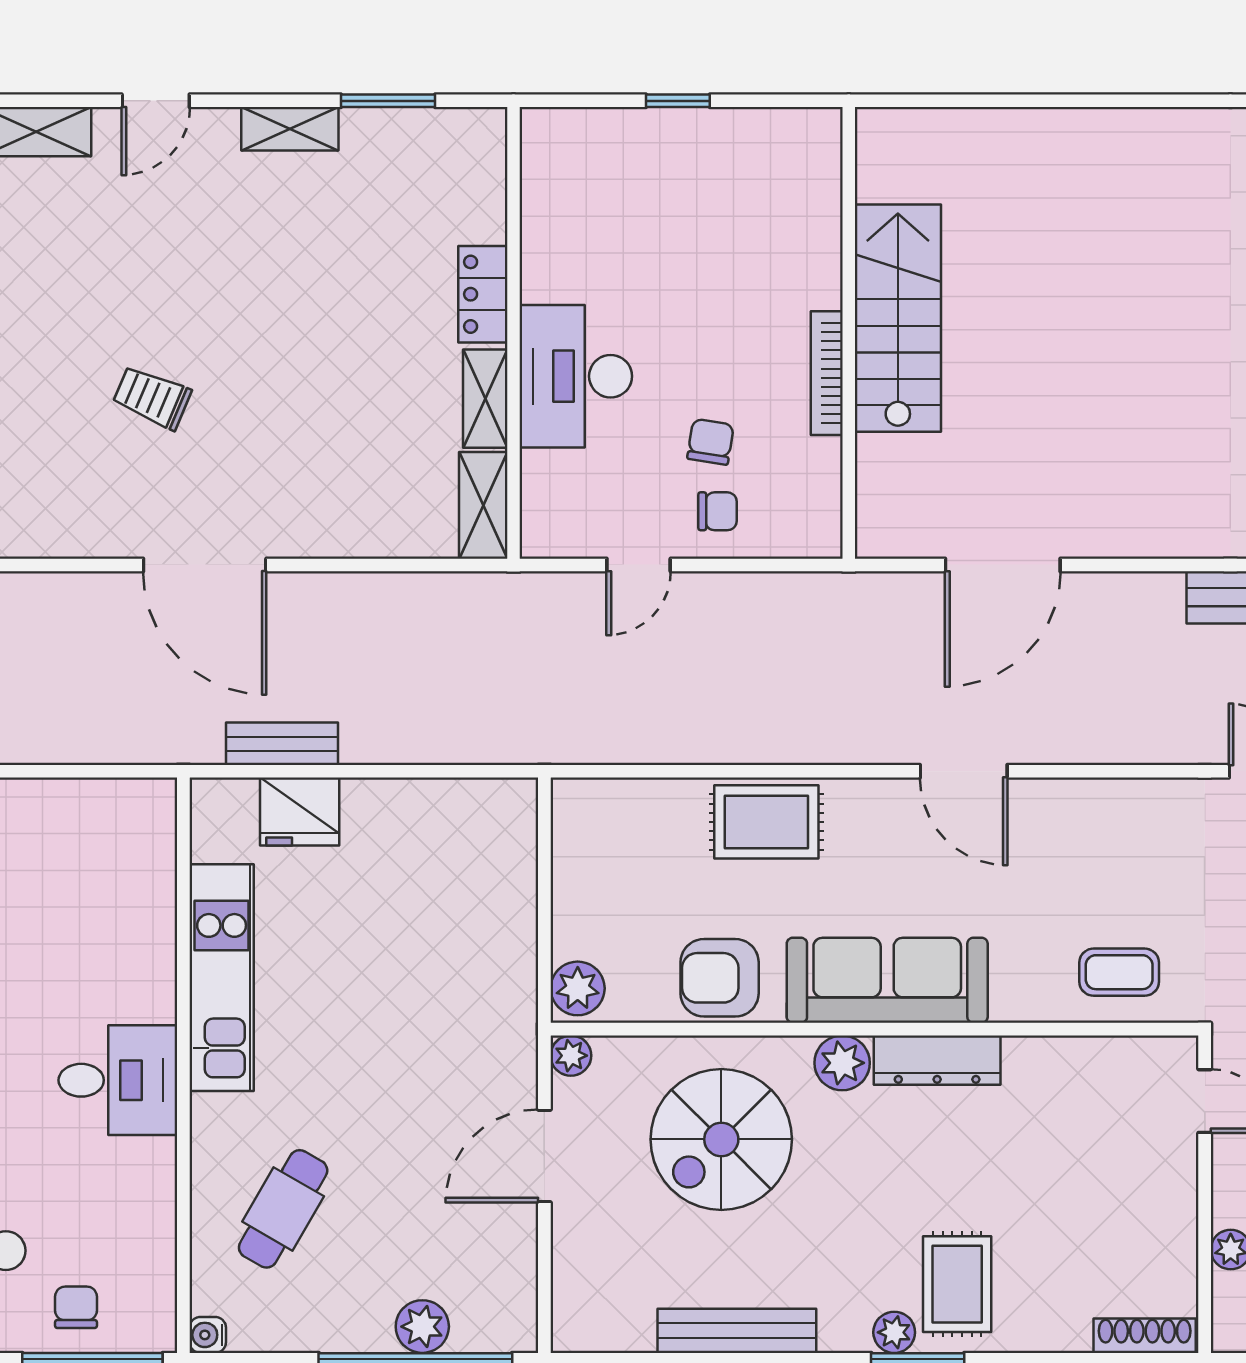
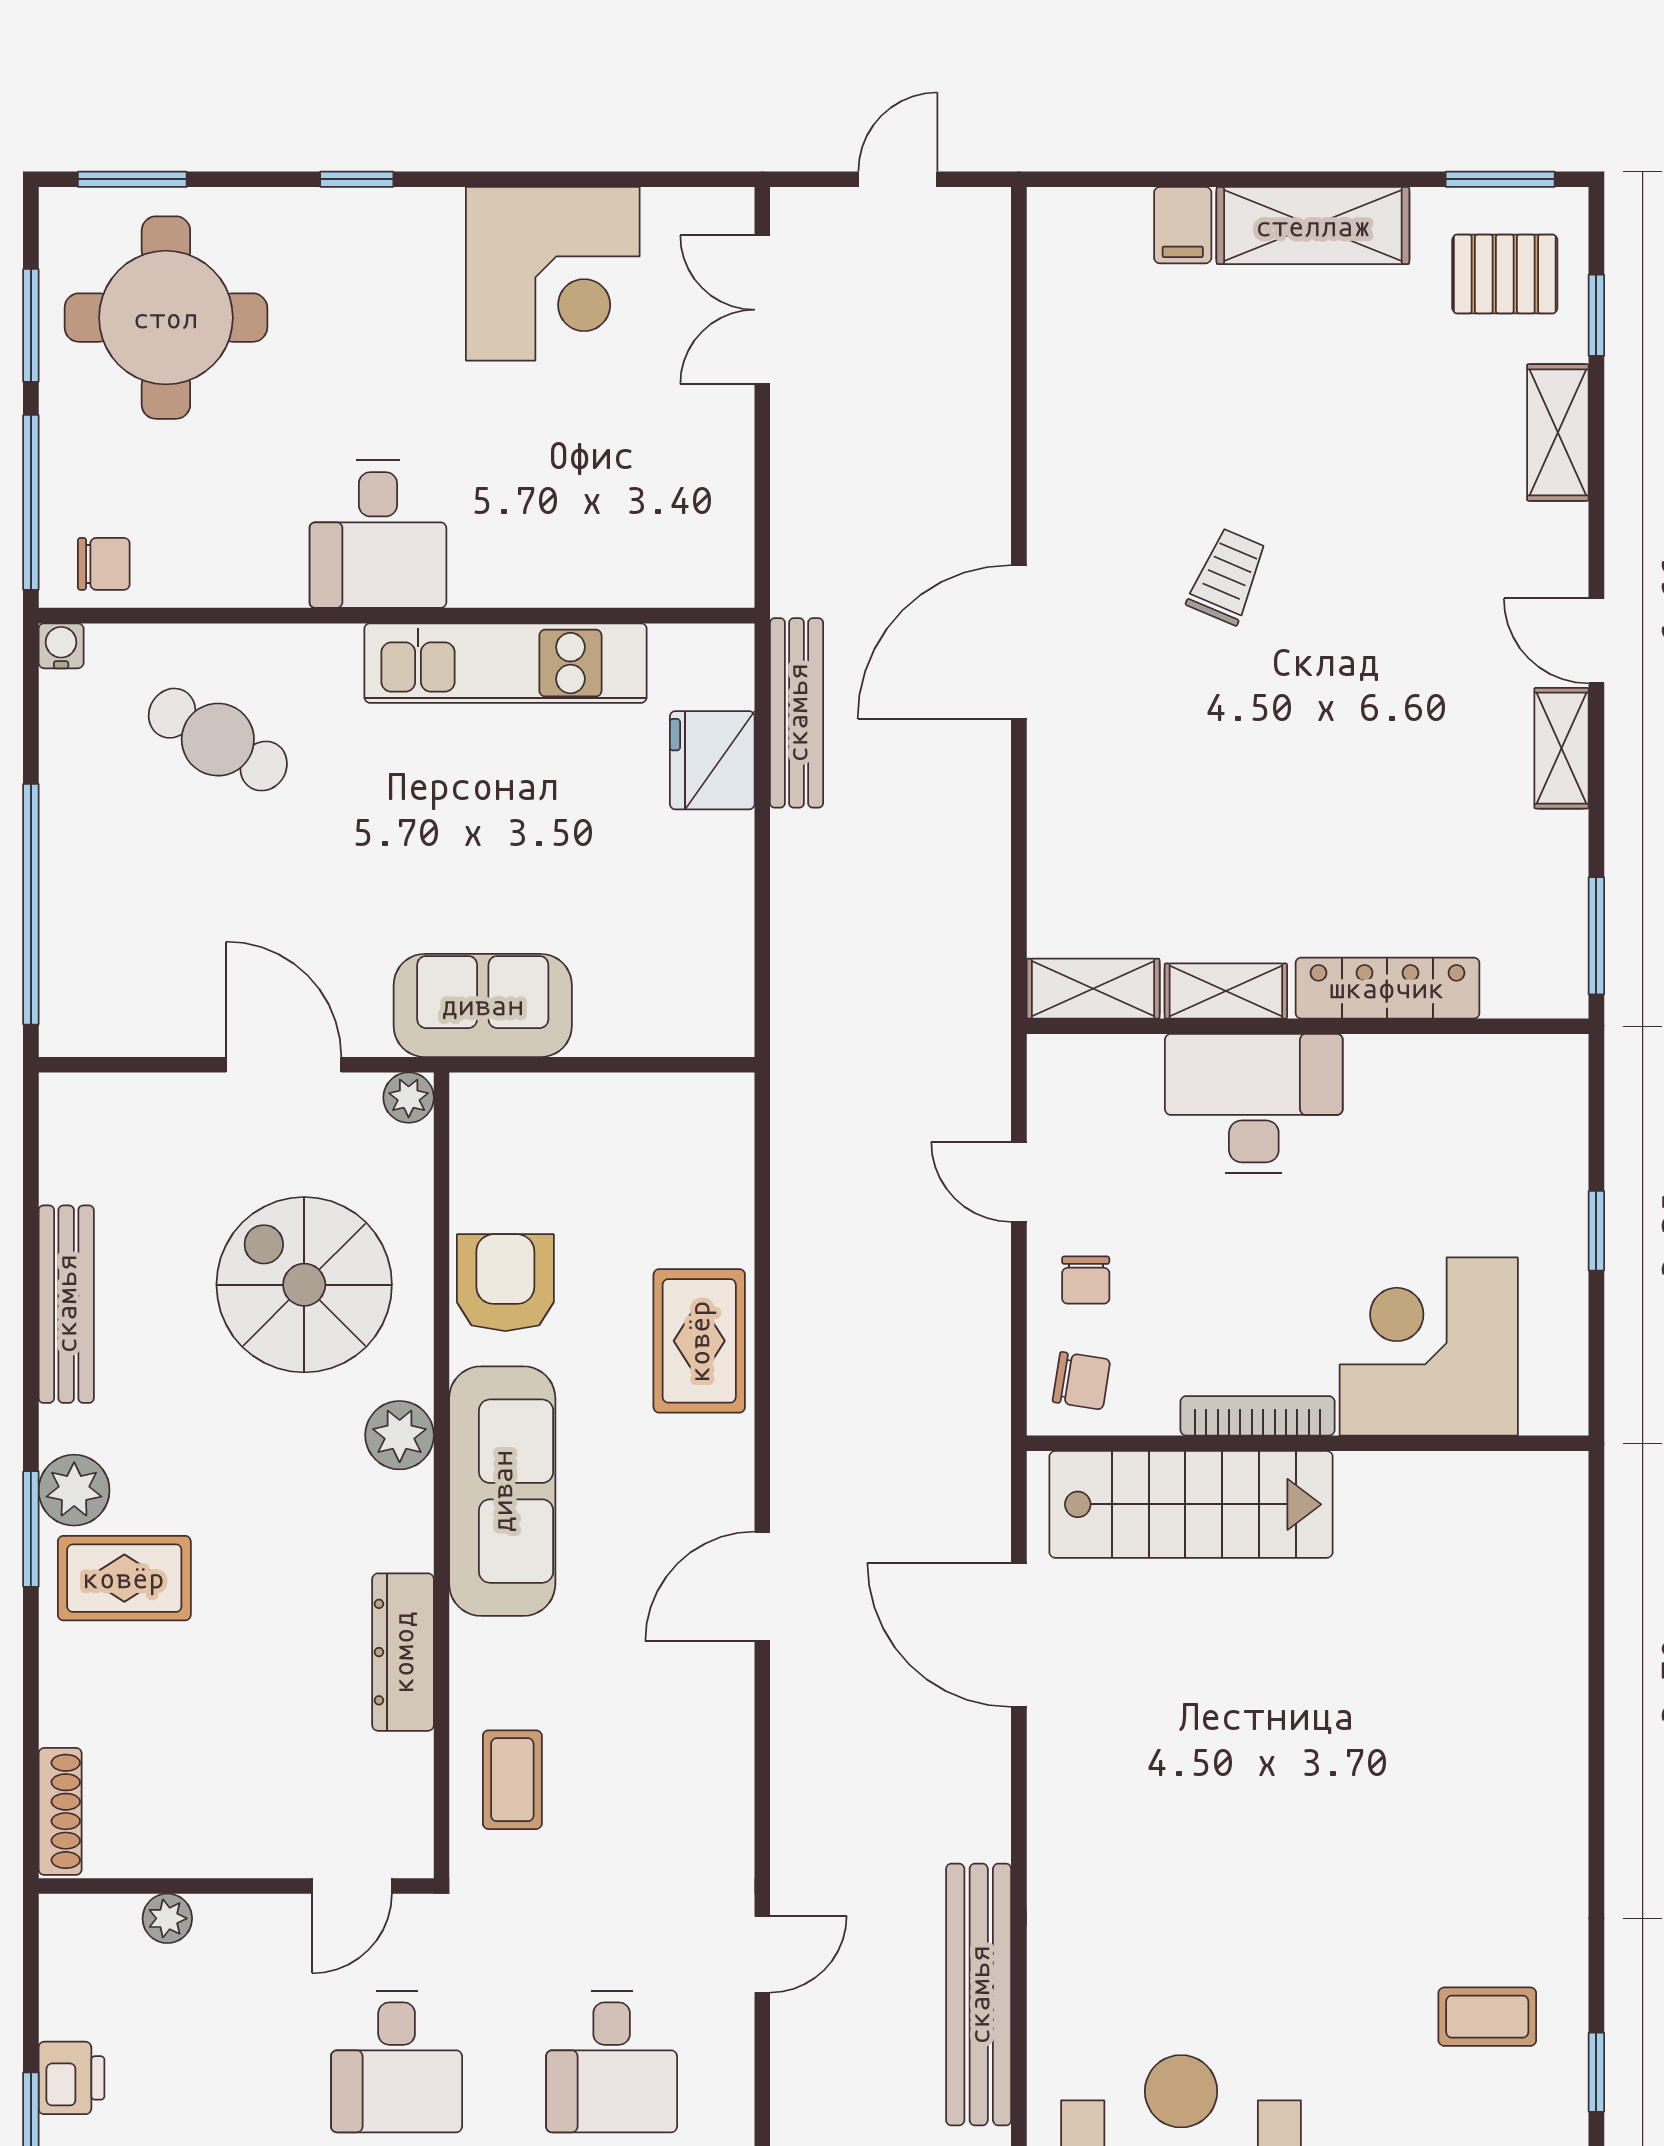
door: (156, 101) -> (1596, 641), moved
window: (388, 101) -> (1596, 936), moved
corner desk: (771, 236) -> (1429, 1347), added
locker: (483, 294) -> (1387, 988), width x1.53
stairs: (898, 318) -> (1191, 1504), moved
chair: (710, 442) -> (1081, 1381), moved
bench: (282, 744) -> (797, 713), width x1.36
plant: (578, 988) -> (492, 1106), removed
sofa: (497, 996) -> (483, 1005), added
dresser: (937, 1060) -> (403, 1652), moved
chair: (76, 1307) -> (104, 564), moved
plant: (422, 1327) -> (72, 913), removed
plant: (894, 1332) -> (74, 1490), width x1.38, depth x1.38

